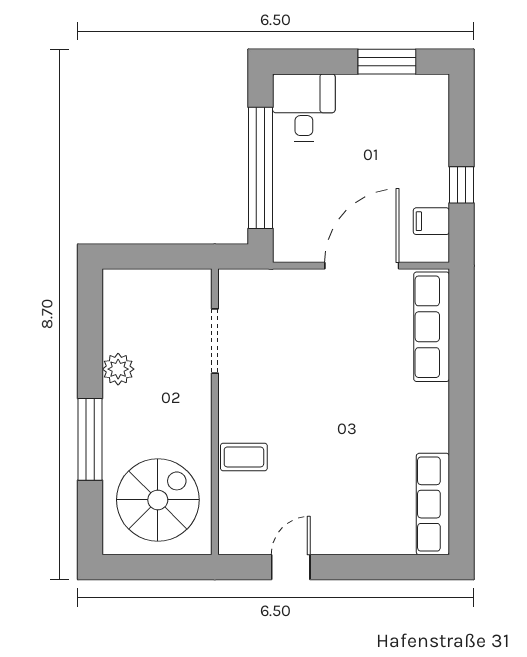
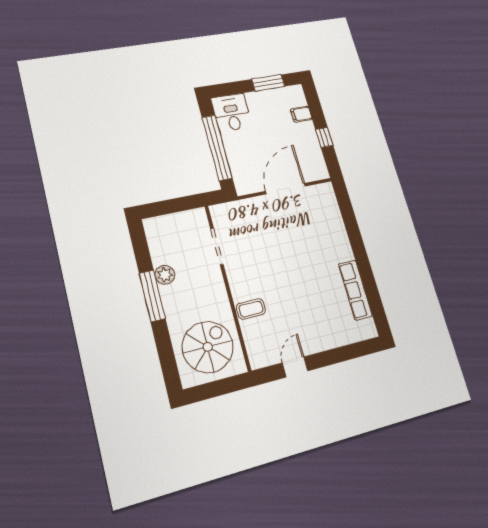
filing cabinet: (431, 221) -> (301, 114), moved
row of seats: (432, 327) -> (331, 213), removed
window: (90, 439) -> (152, 296), moved
row of seats: (433, 504) -> (355, 290), moved

